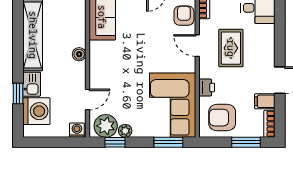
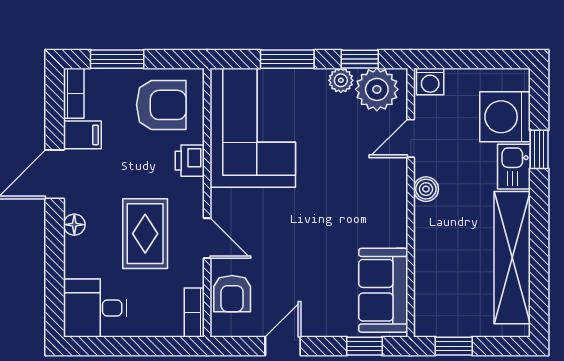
floor lamp: (269, 53) -> (74, 225), added
boiler: (79, 54) -> (426, 189), moved
window: (168, 142) -> (287, 59), moved

